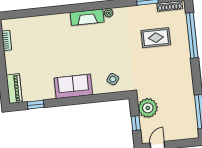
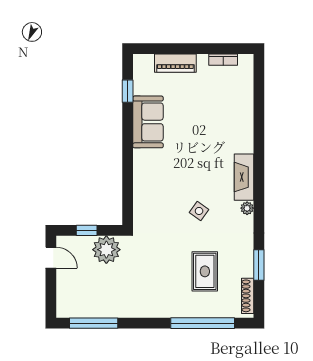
side table: (113, 79) -> (199, 211), moved
sofa: (73, 86) -> (148, 122), moved
piano: (14, 89) -> (175, 63), moved

